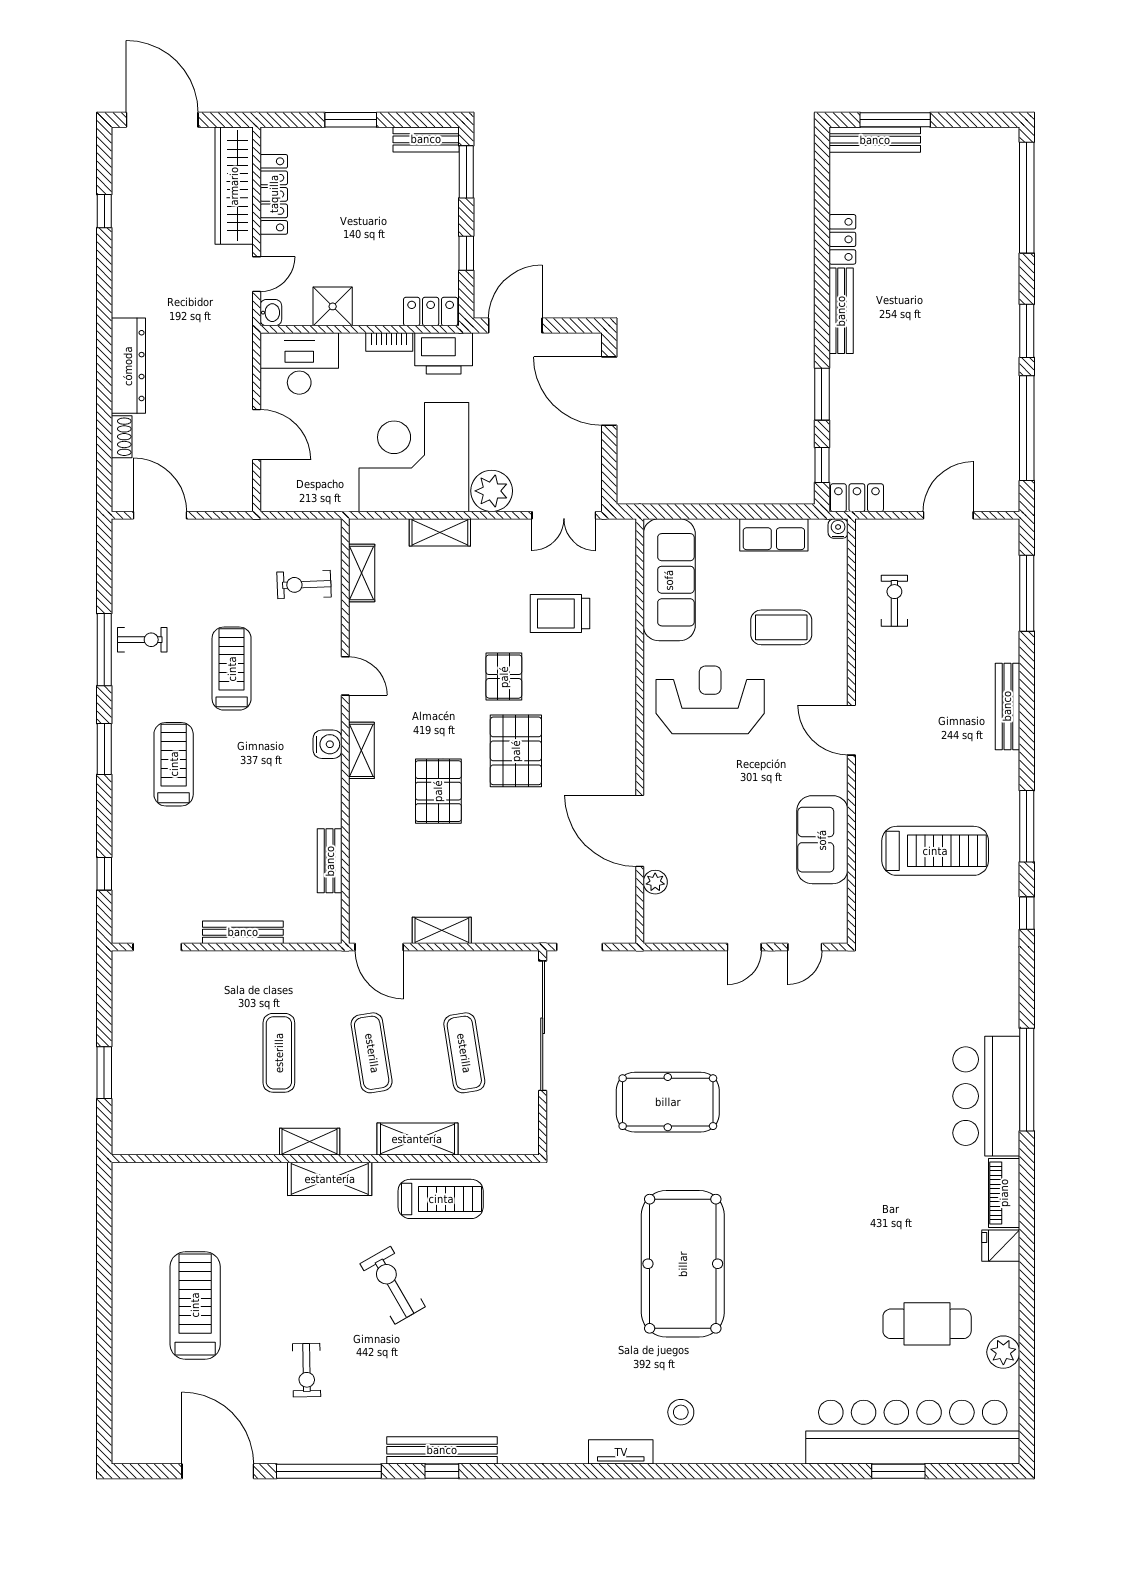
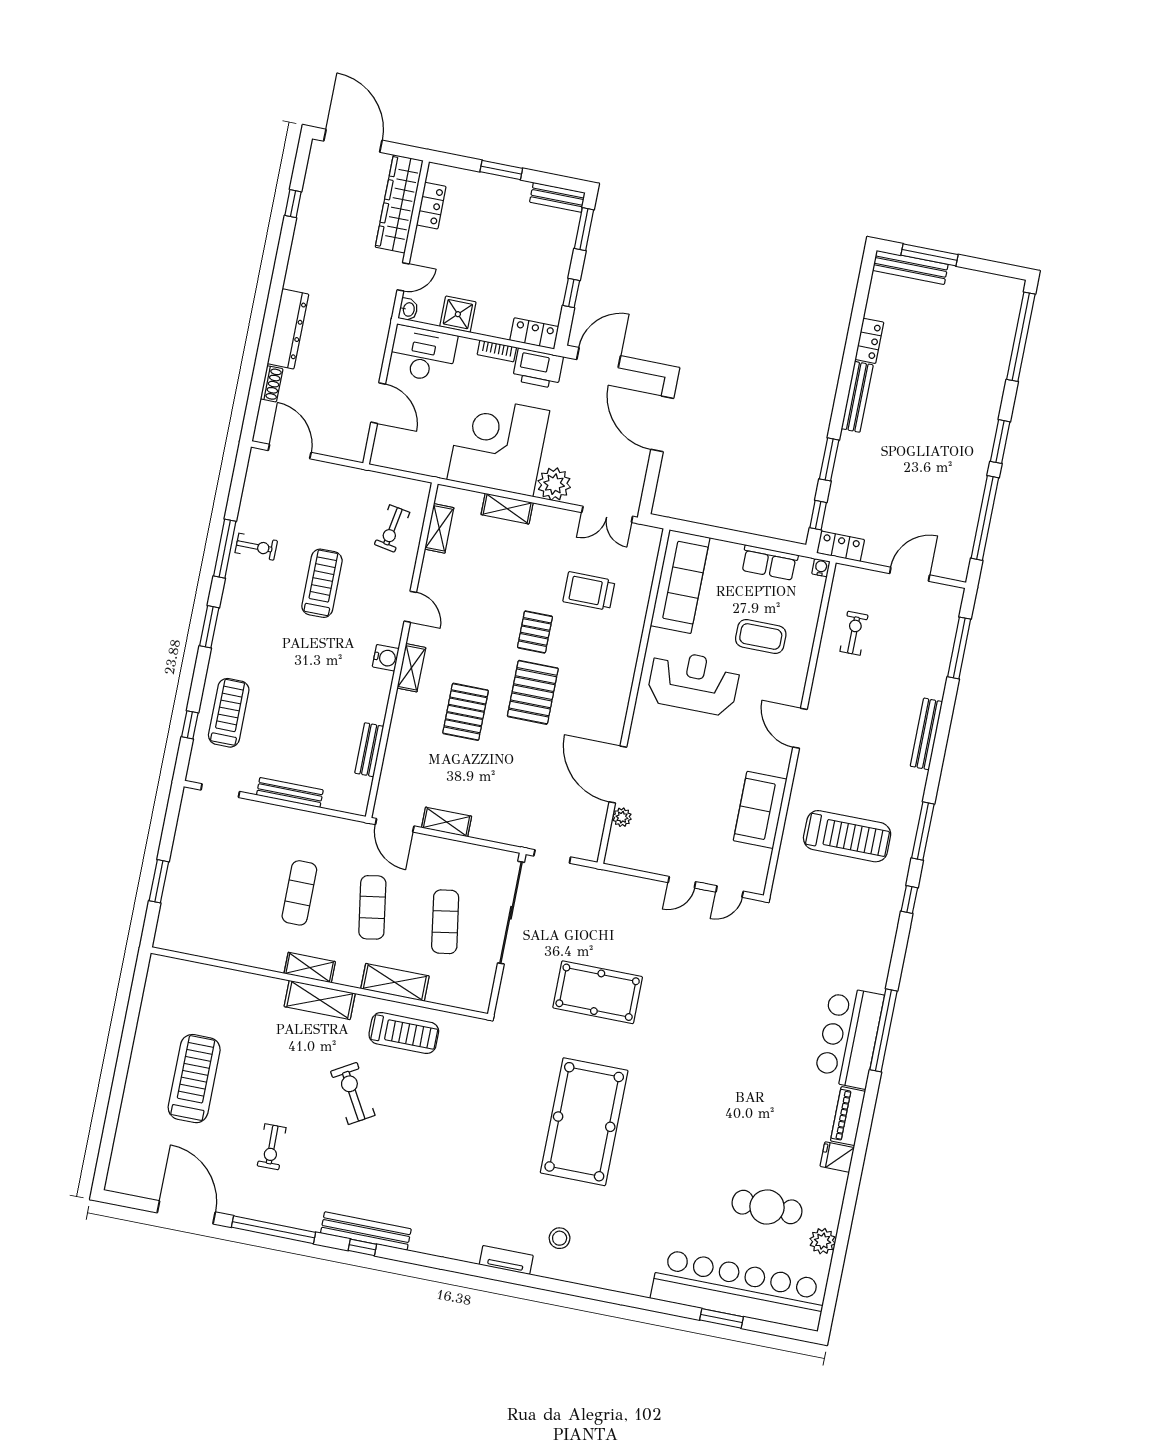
locker: (274, 194) -> (431, 206), width x0.66
exercise bike: (304, 585) -> (392, 528), turned -78
treadmill: (174, 764) -> (229, 713), moved

